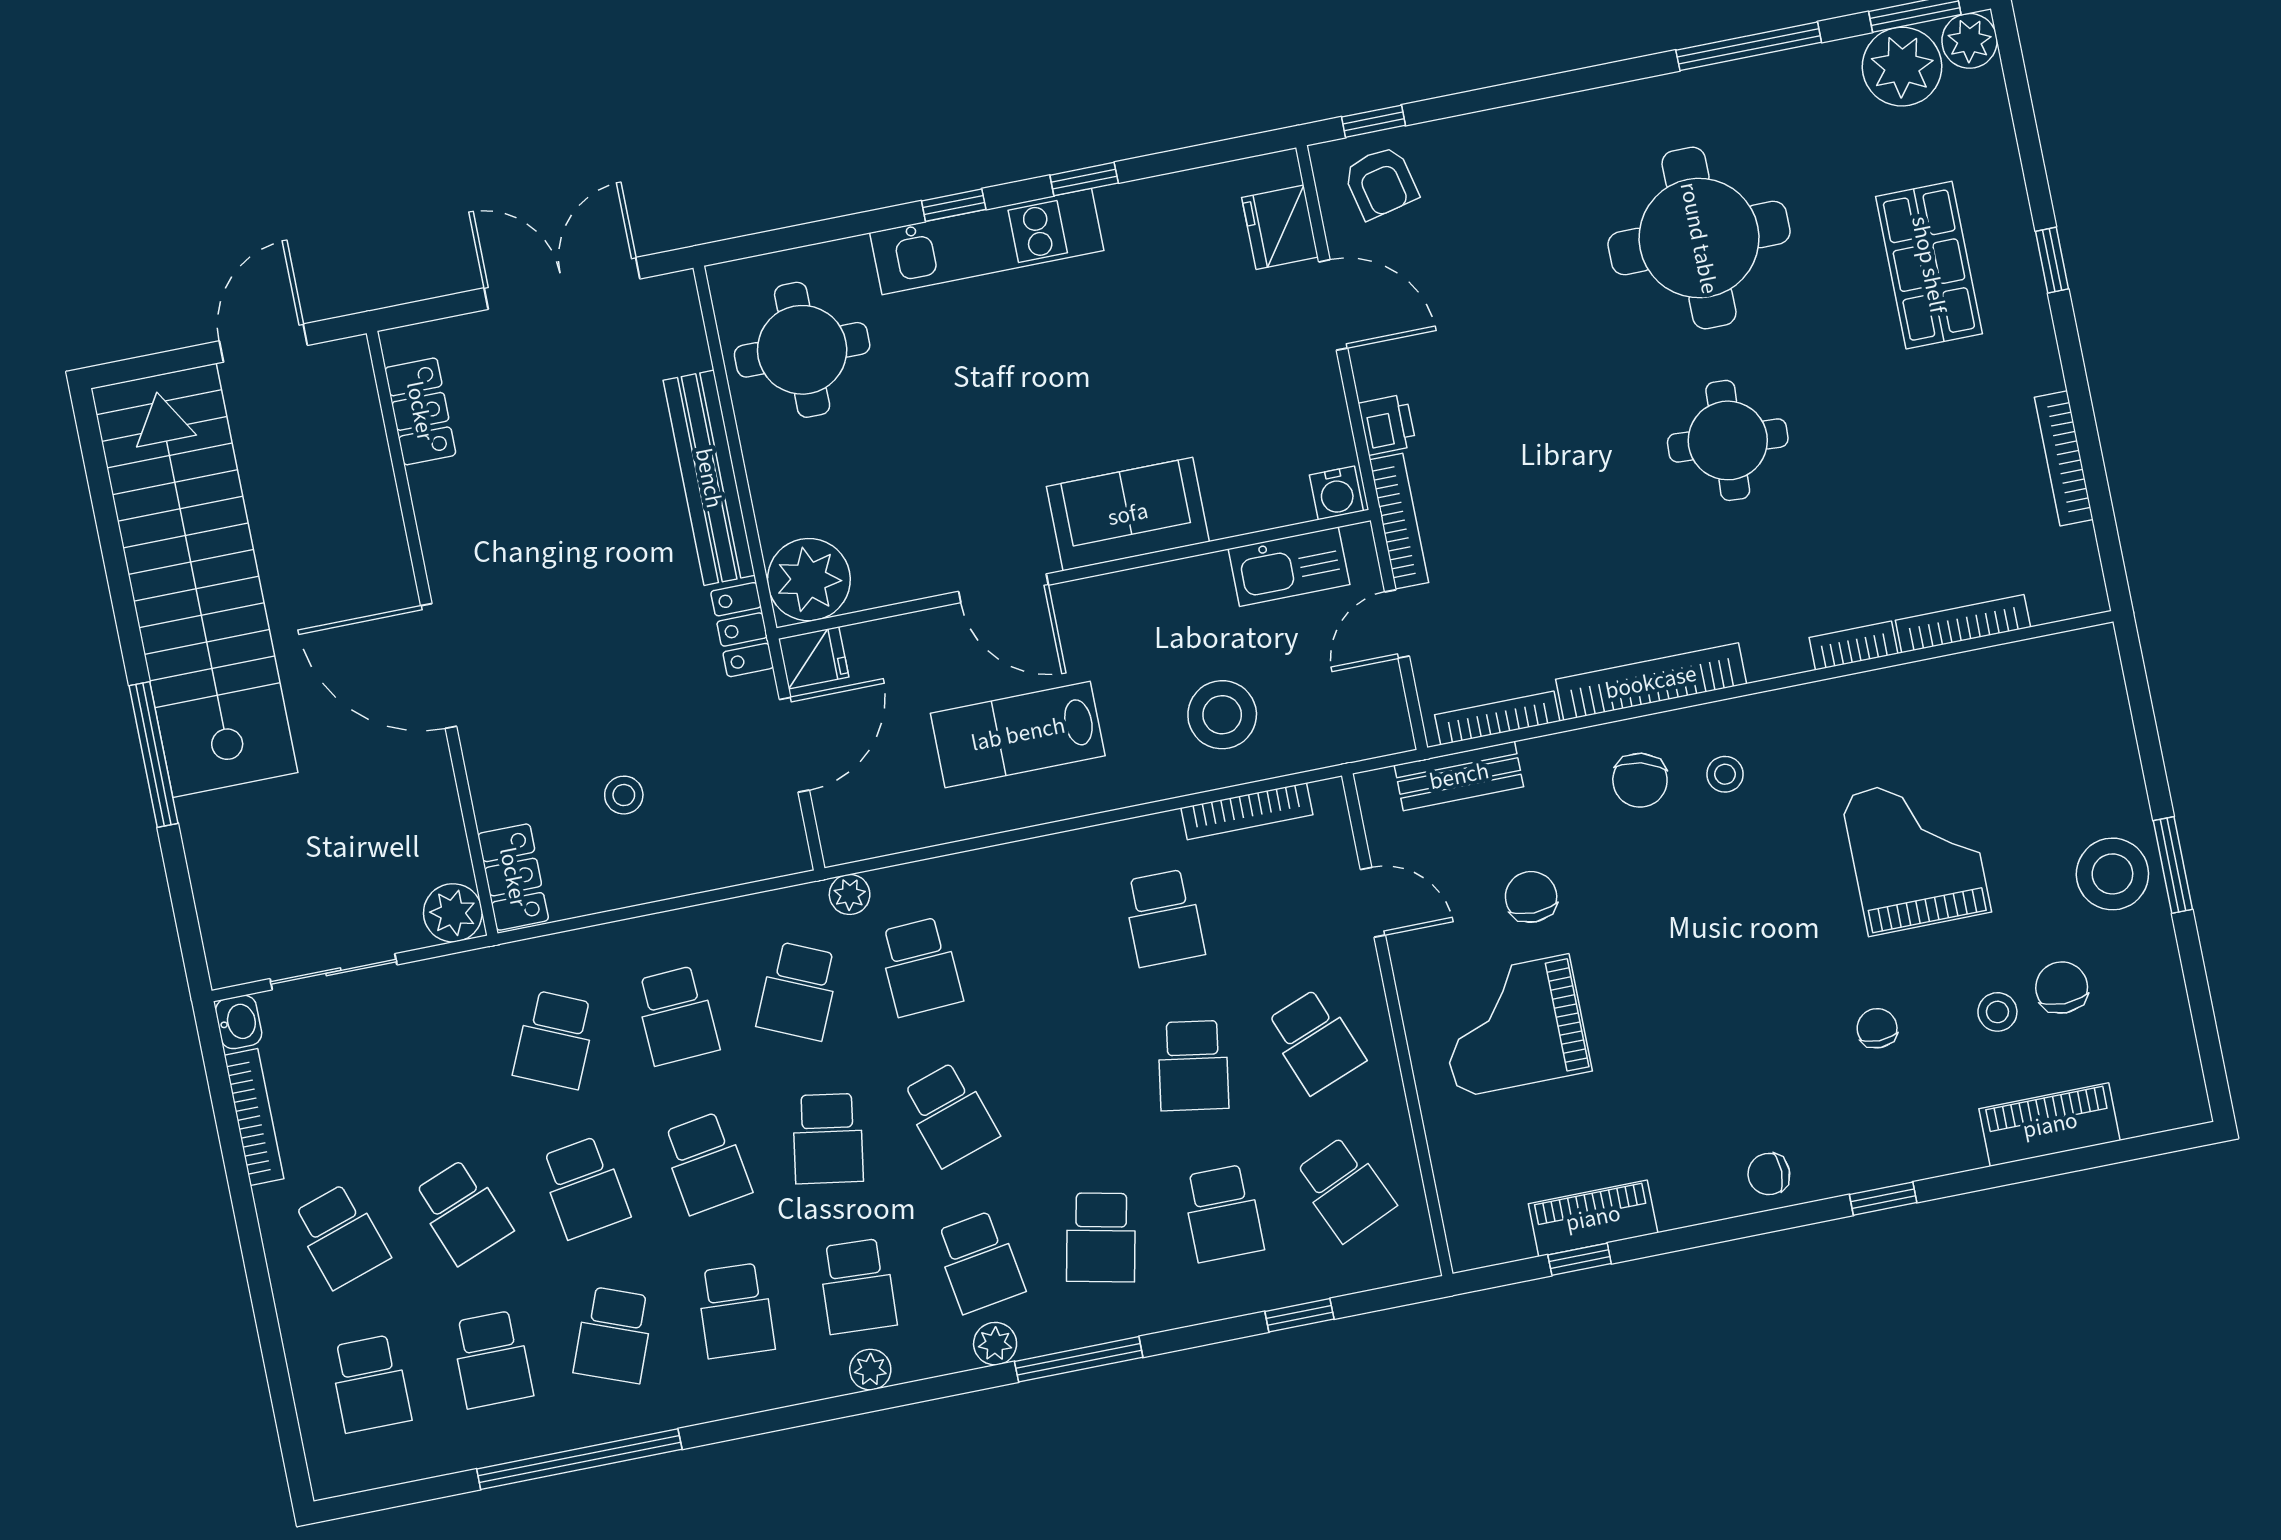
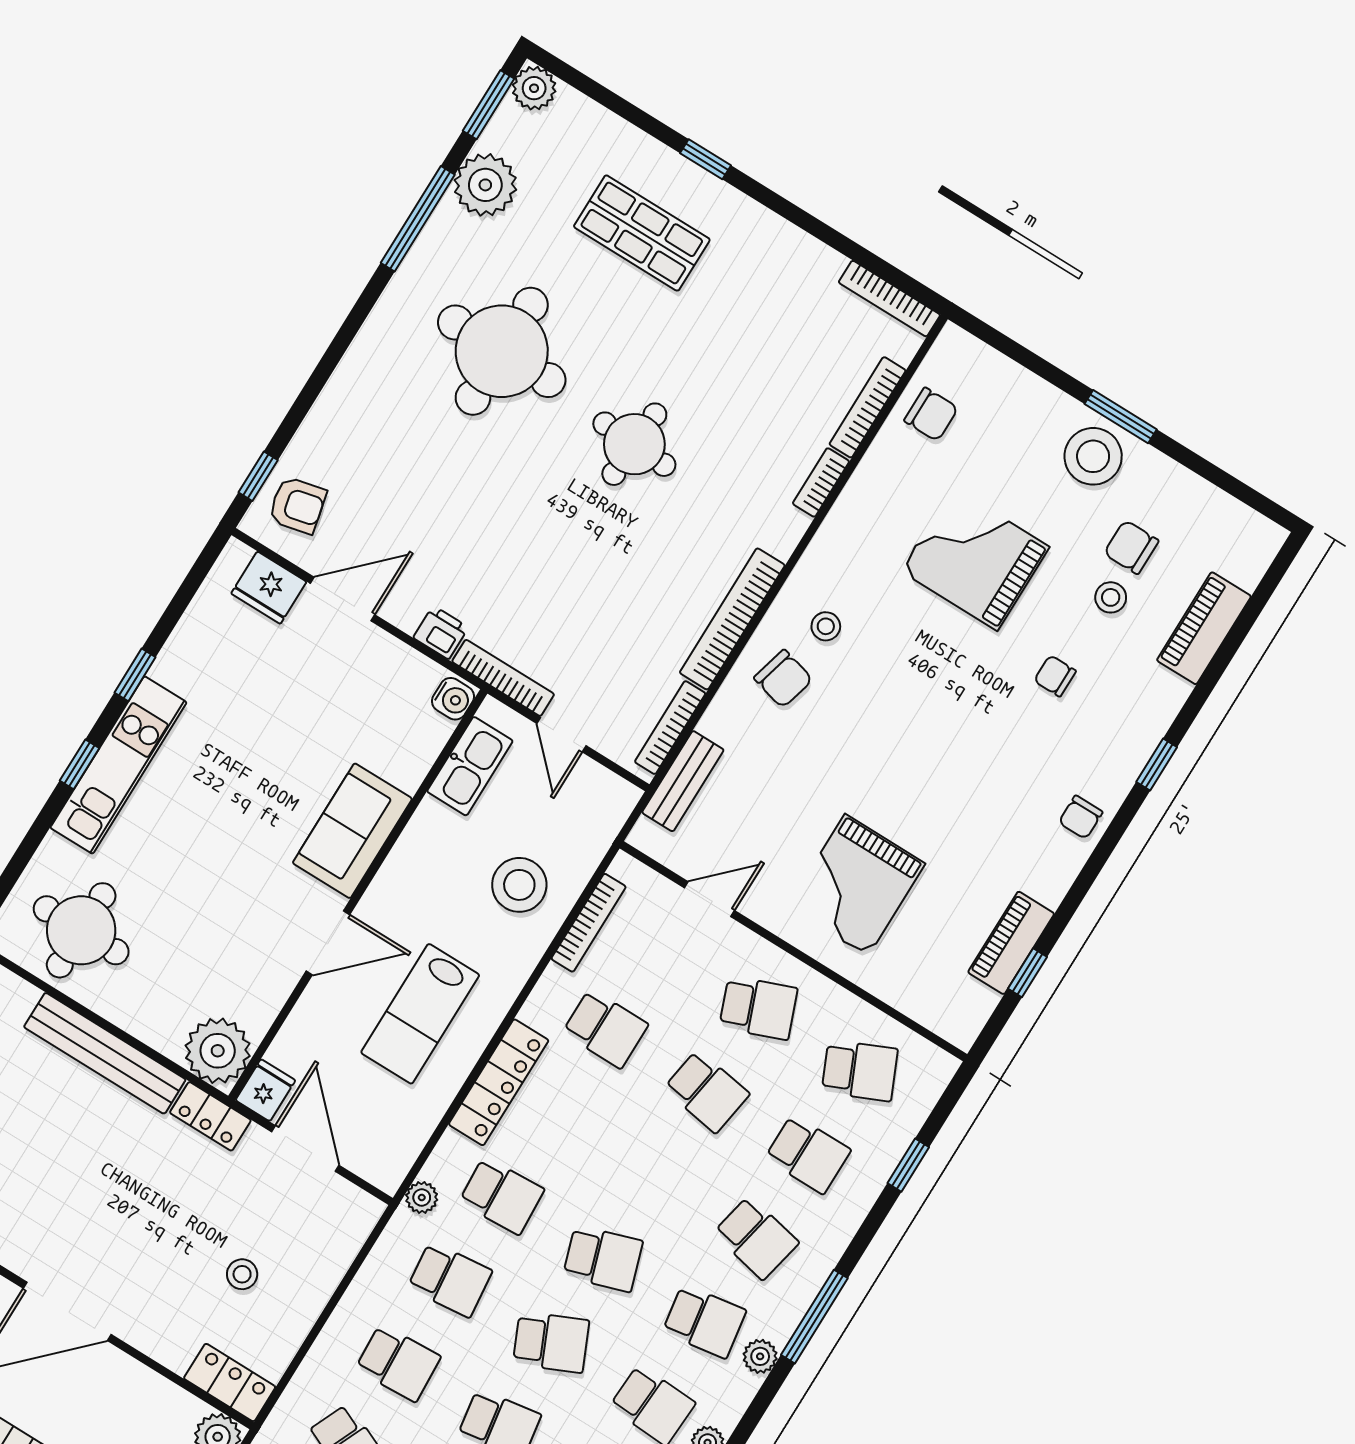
plant: (1902, 67) -> (485, 185), moved
bookcase: (2064, 458) -> (889, 299), moved
locker: (1022, 866) -> (499, 1082), added
chair: (1531, 897) -> (931, 414), moved, turned 180
school desk: (798, 991) -> (450, 1279), turned -30
school desk: (828, 1139) -> (551, 1342), turned -33

